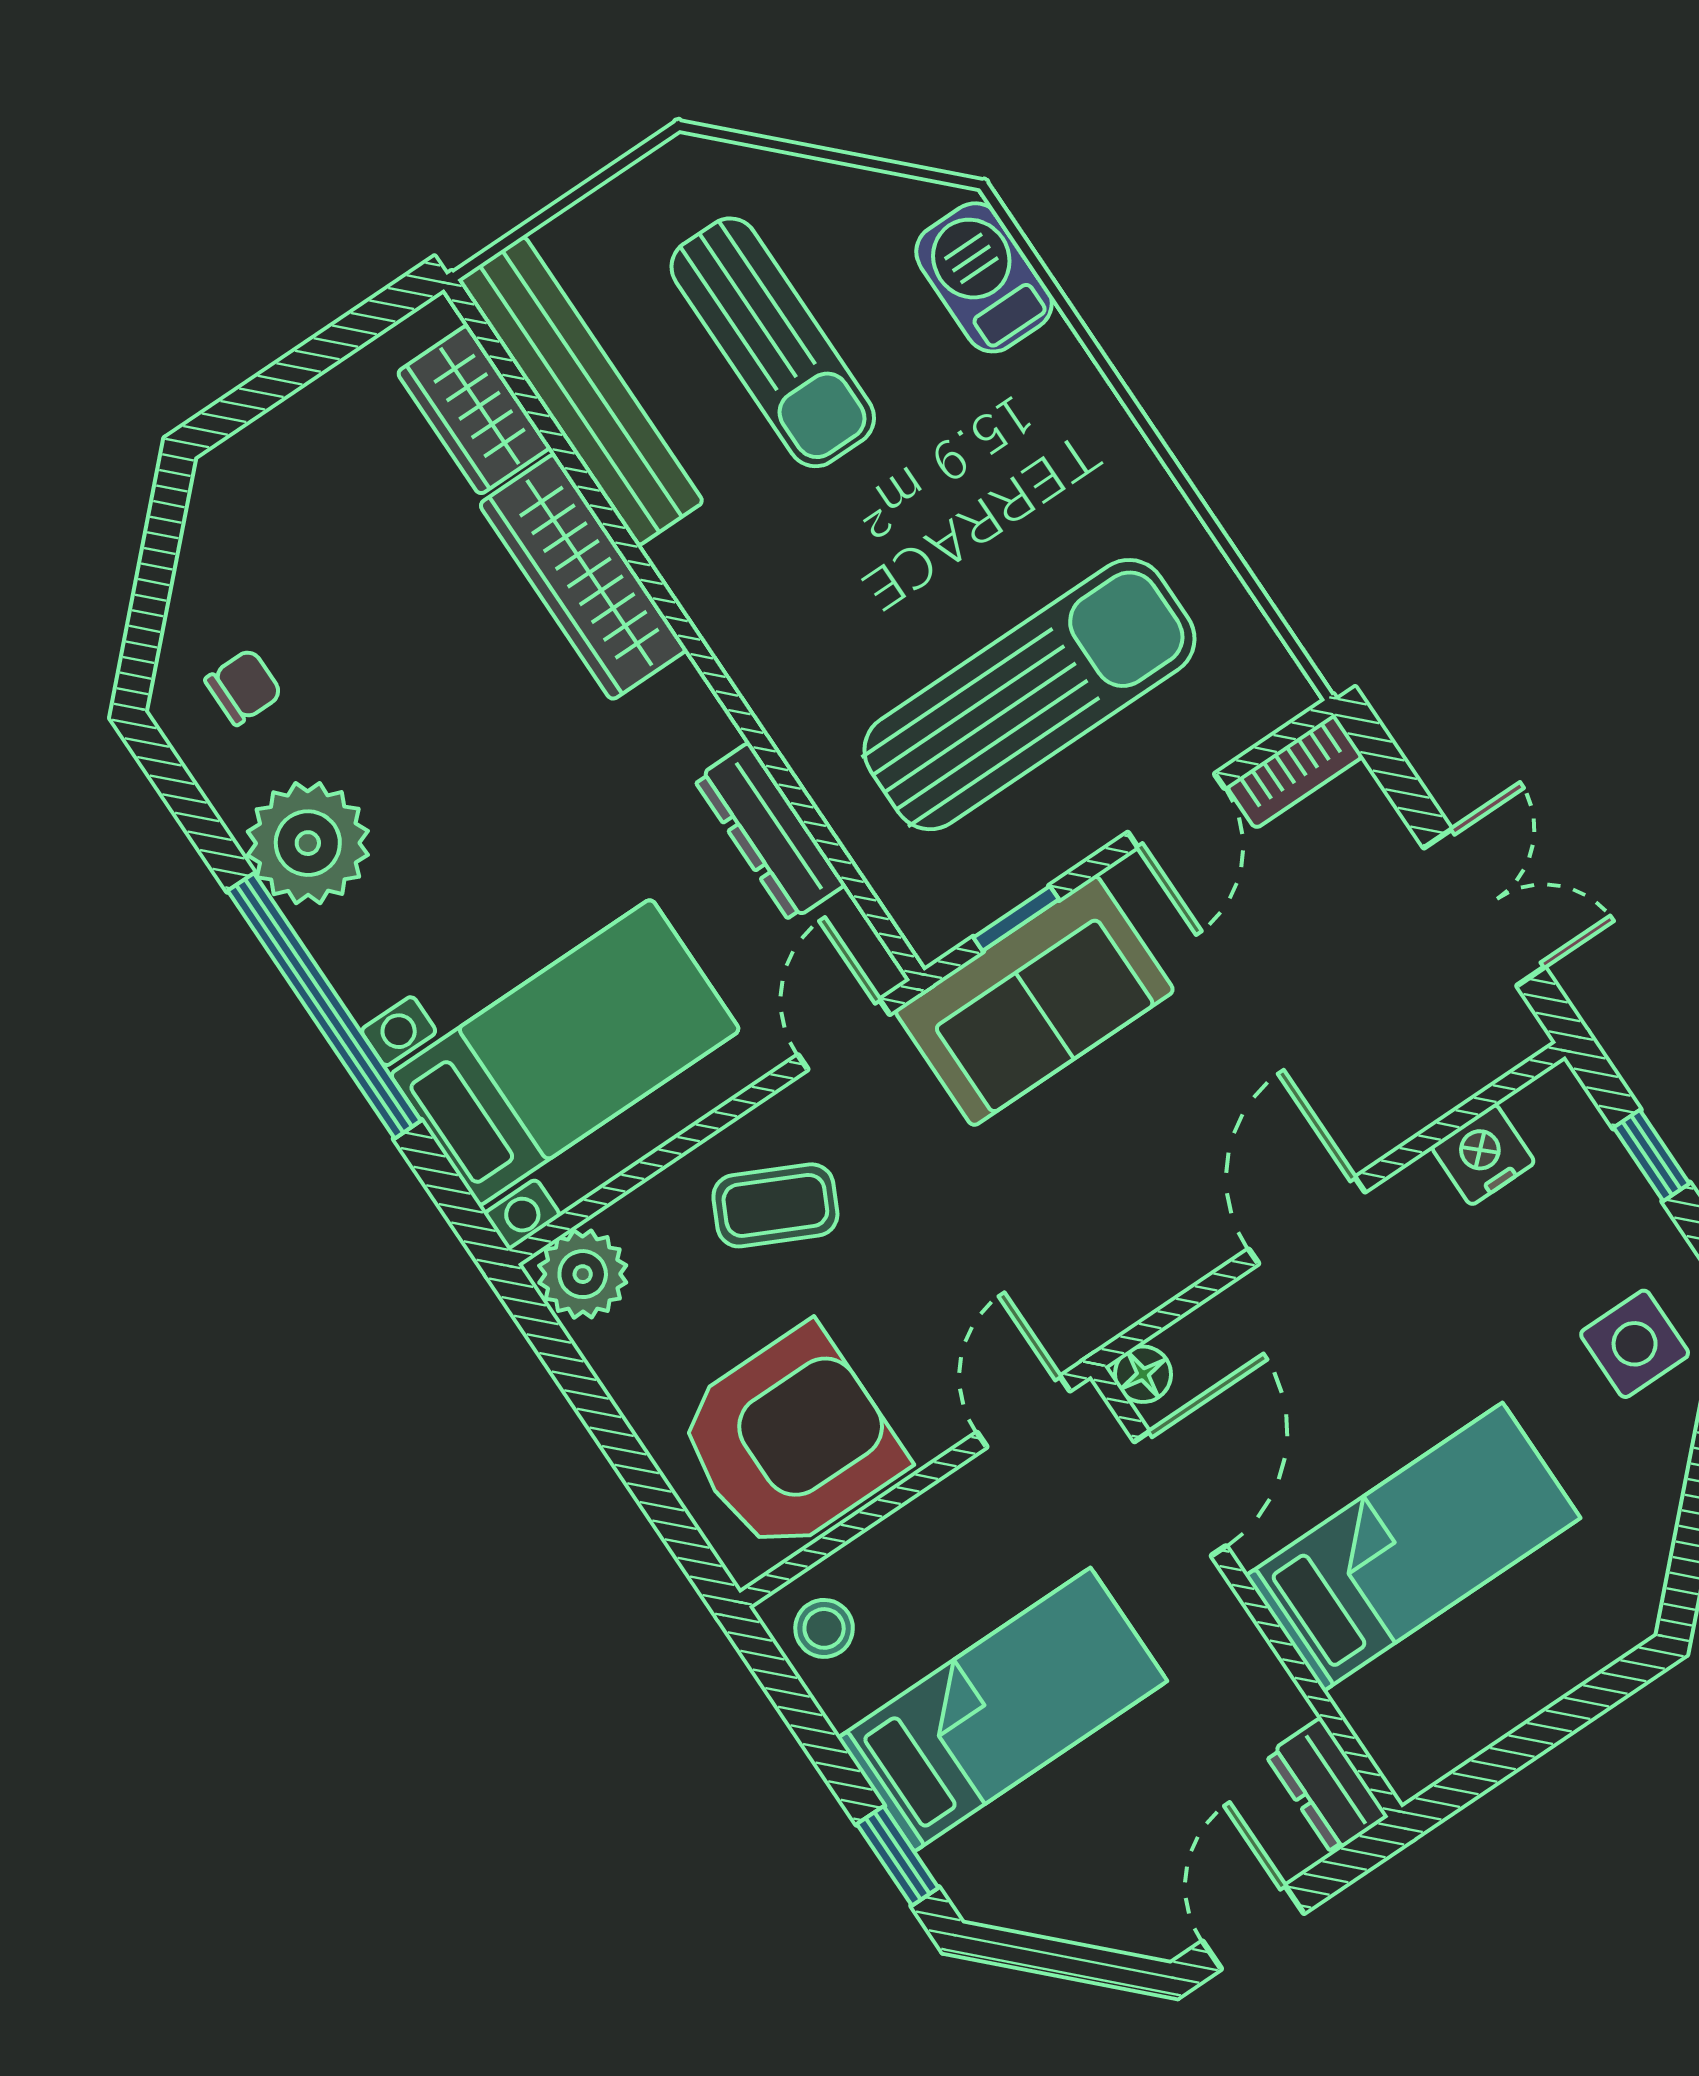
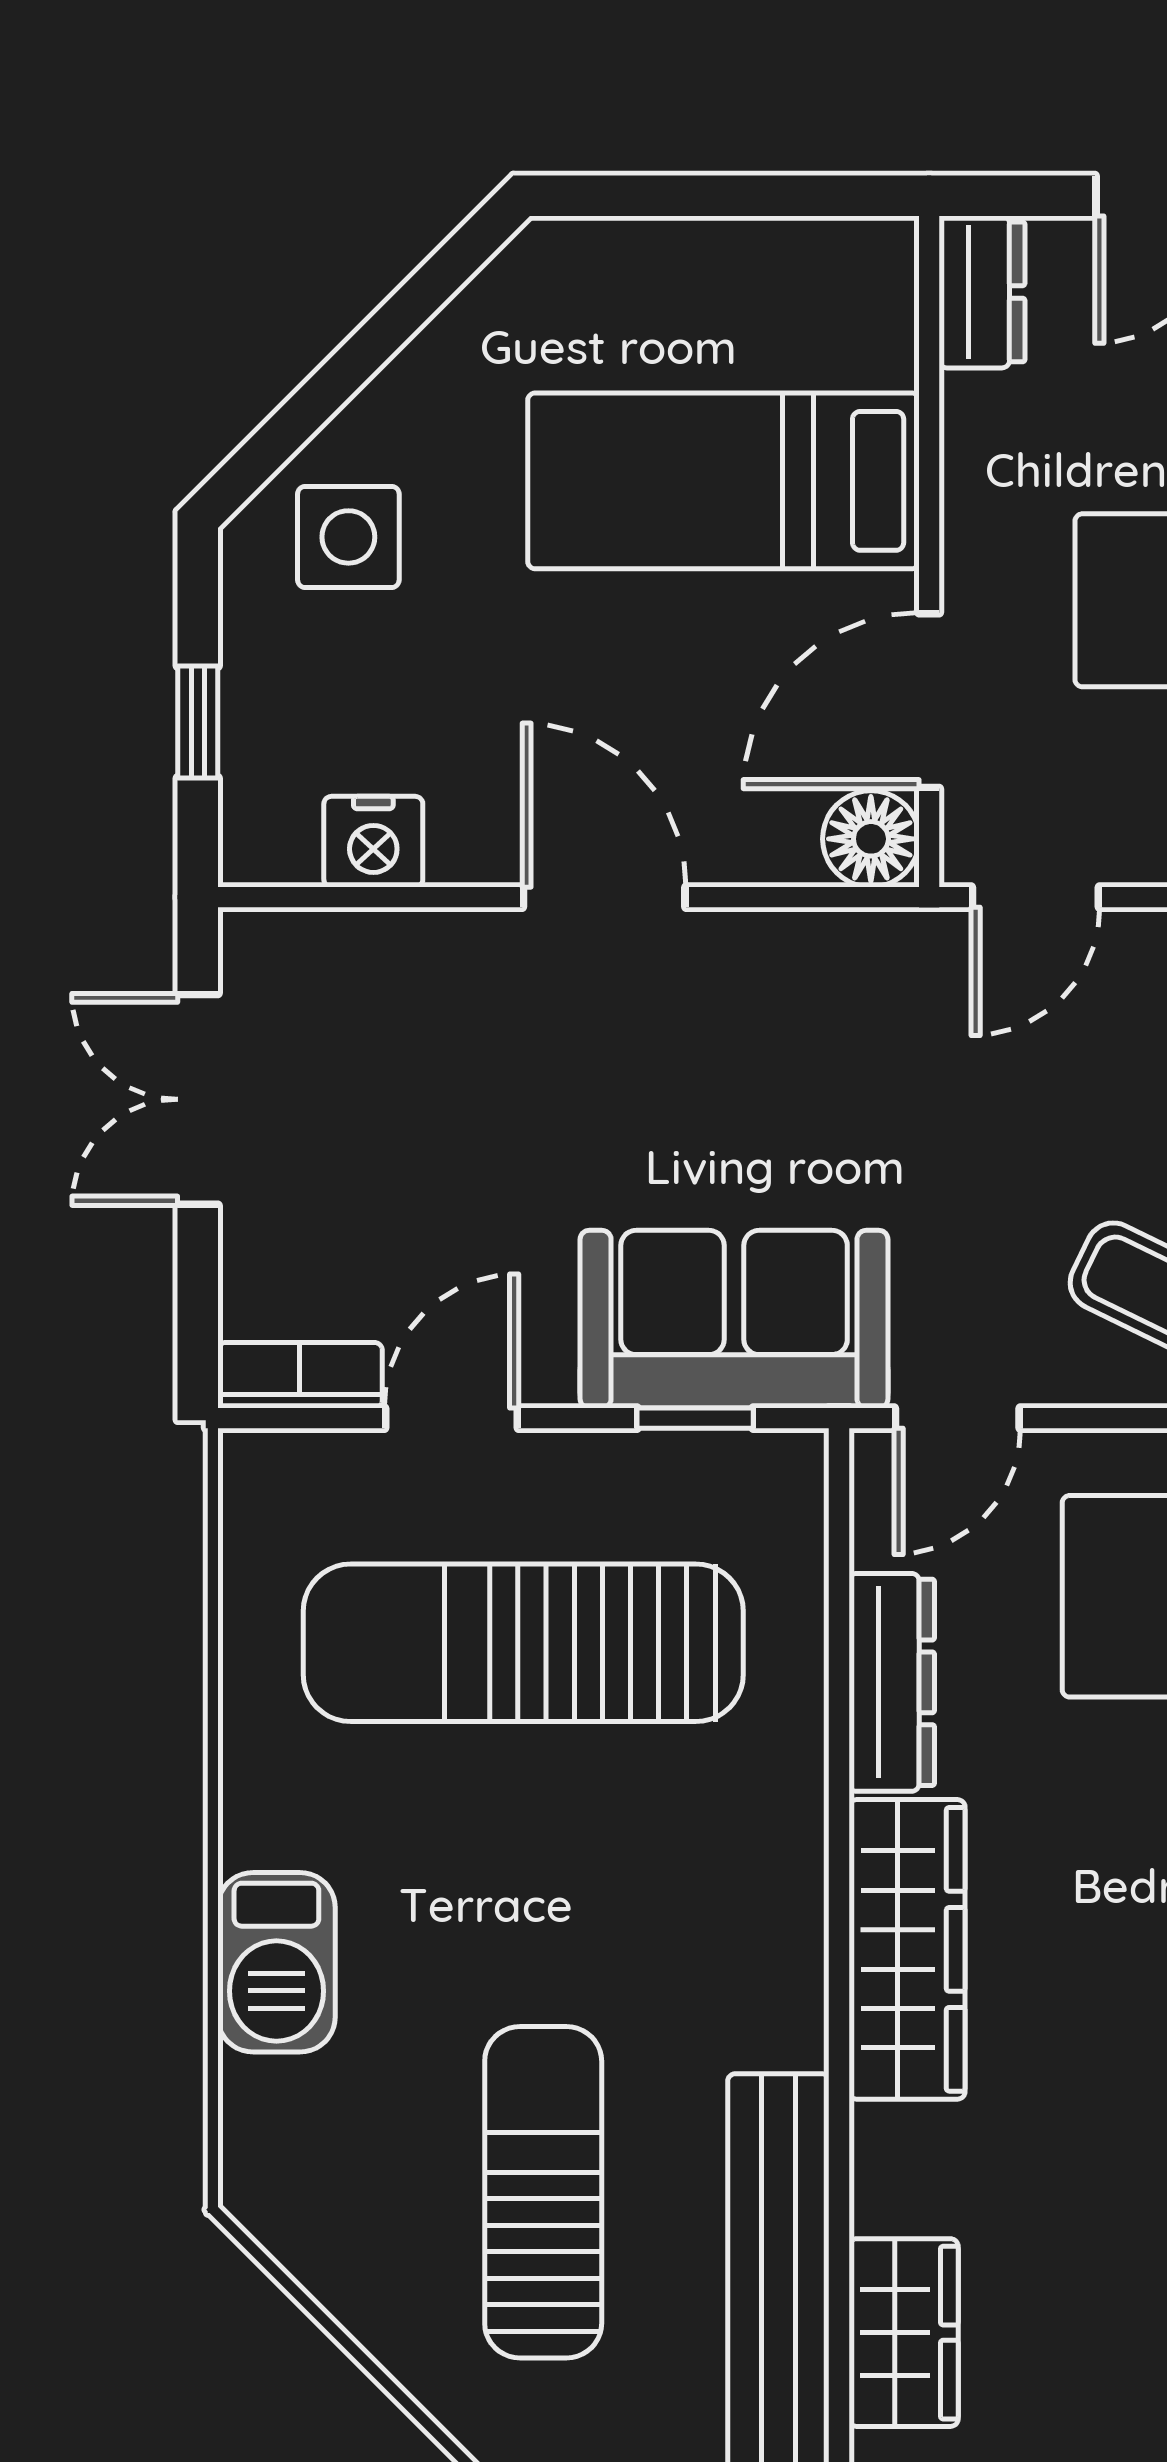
barbecue: (984, 277) -> (276, 1962), moved
wardrobe: (583, 577) -> (907, 1949), moved
door: (1307, 1220) -> (604, 897), swing flipped
floor lamp: (1143, 1374) -> (871, 839), width x1.37, depth x1.37

